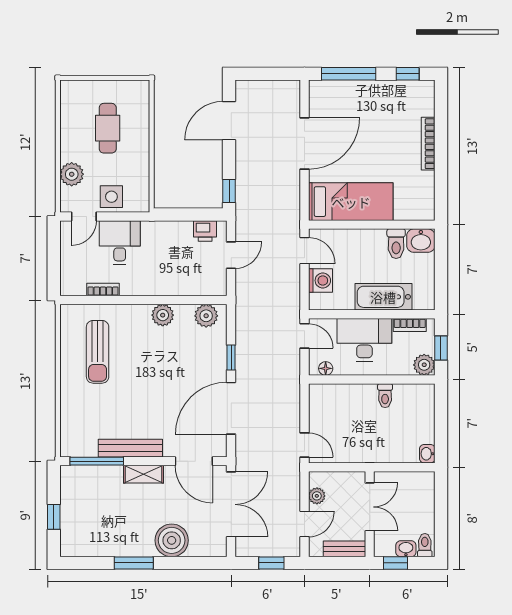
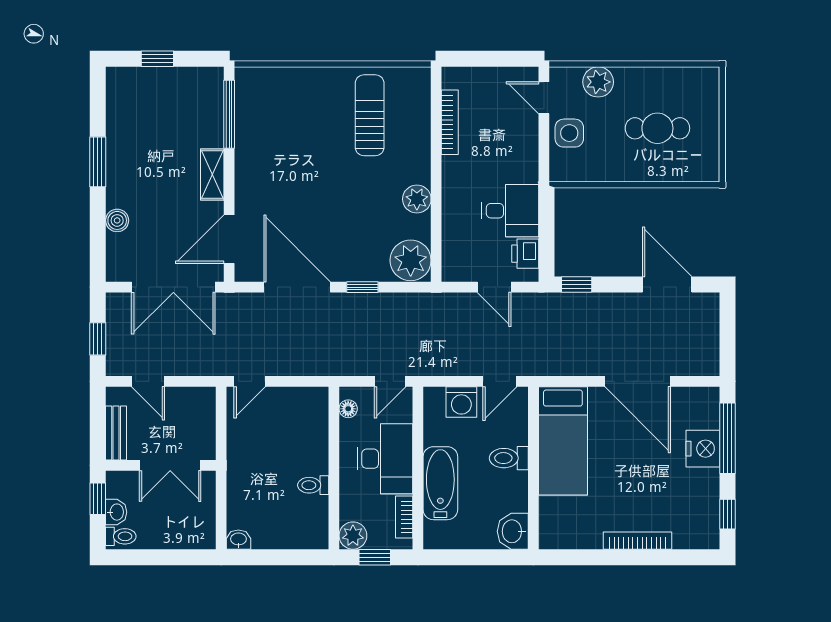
nightstand: (357, 93) -> (703, 449), added
desk: (120, 243) -> (510, 211), moved
toilet: (396, 244) -> (509, 458), moved
bookcase: (103, 290) -> (450, 122), width x1.56
plant: (206, 316) -> (411, 260), width x1.36, depth x1.36
sun lounger: (98, 352) -> (370, 115), turned 90
bench: (130, 448) -> (246, 157), removed
plant: (317, 496) -> (184, 397), removed
boiler: (172, 540) -> (117, 220), width x0.54, depth x0.54

